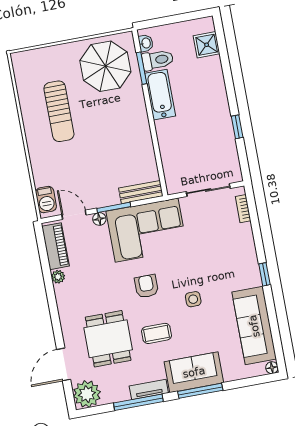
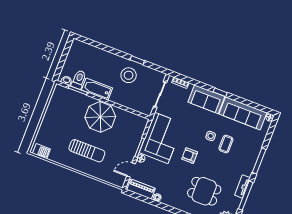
shower: (207, 45) -> (86, 50), removed
parasol: (105, 66) -> (100, 117), moved
sun lounger: (59, 111) -> (87, 151), moved
stool: (208, 128) -> (129, 75), added
bench: (141, 192) -> (140, 129), removed
barbecue: (46, 200) -> (41, 151), moved
coffee table: (156, 333) -> (226, 144), moved
sofa: (194, 372) -> (206, 99), moved, turned -90

